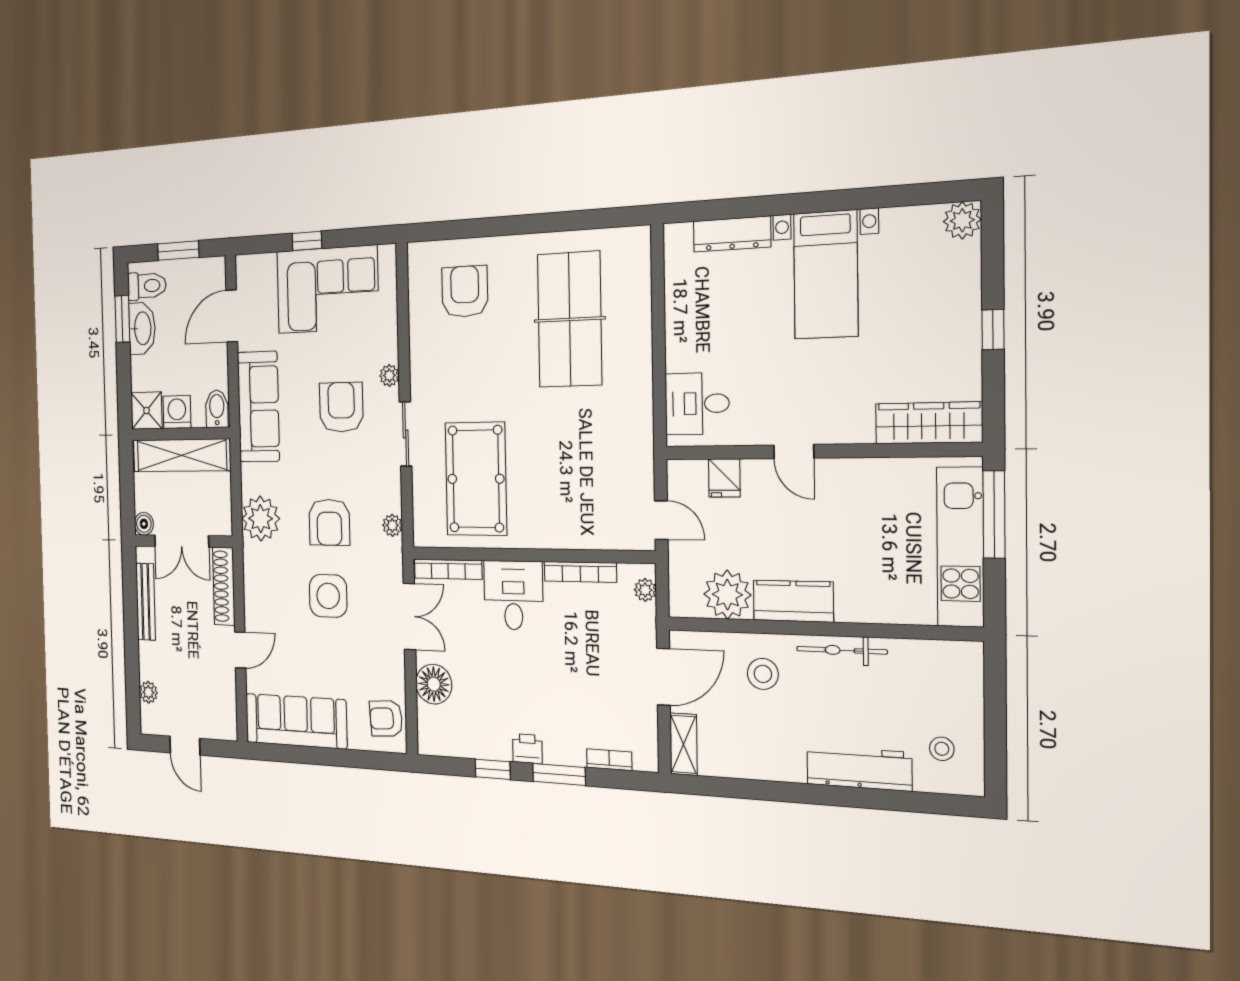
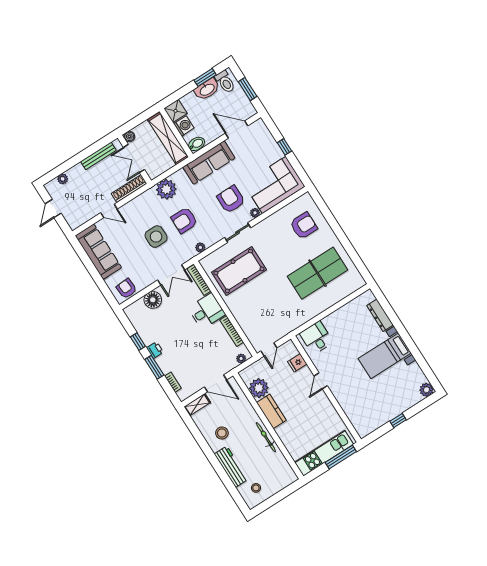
corner sofa: (327, 290) -> (274, 185), moved, turned 90
armchair: (341, 407) -> (231, 199), turned -90
wardrobe: (929, 423) -> (357, 419), removed
stool: (763, 674) -> (222, 433), moved

